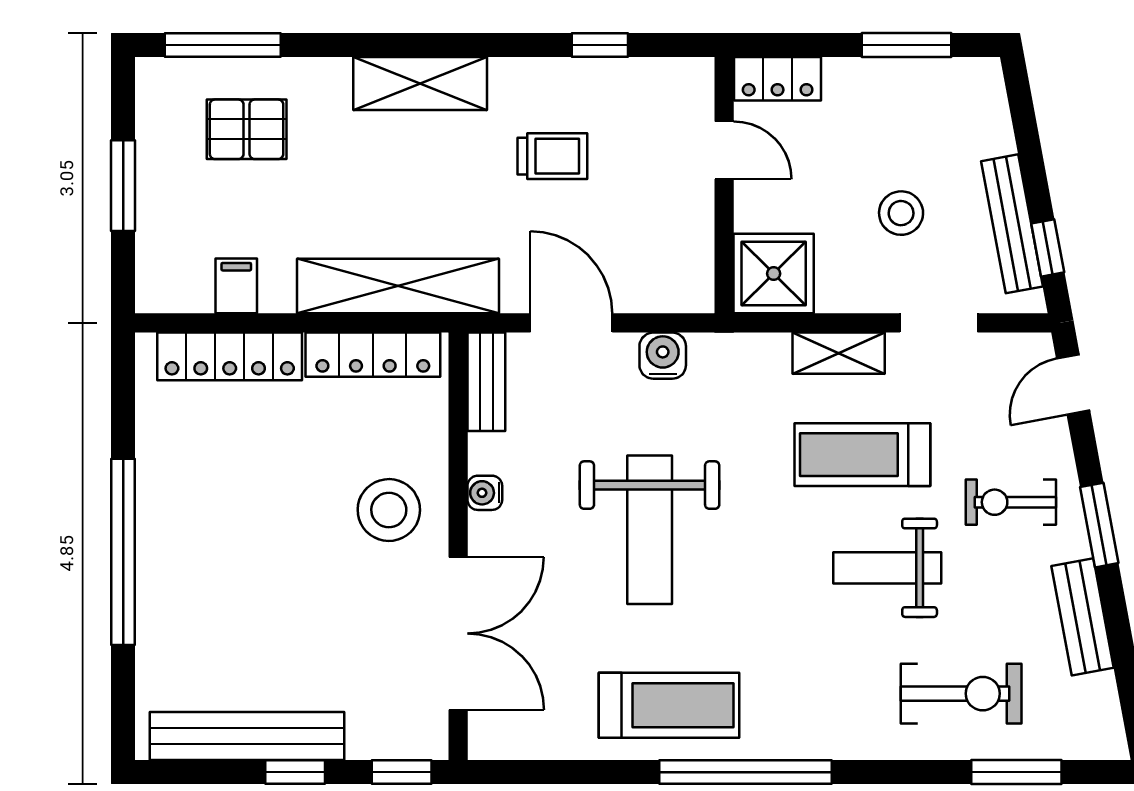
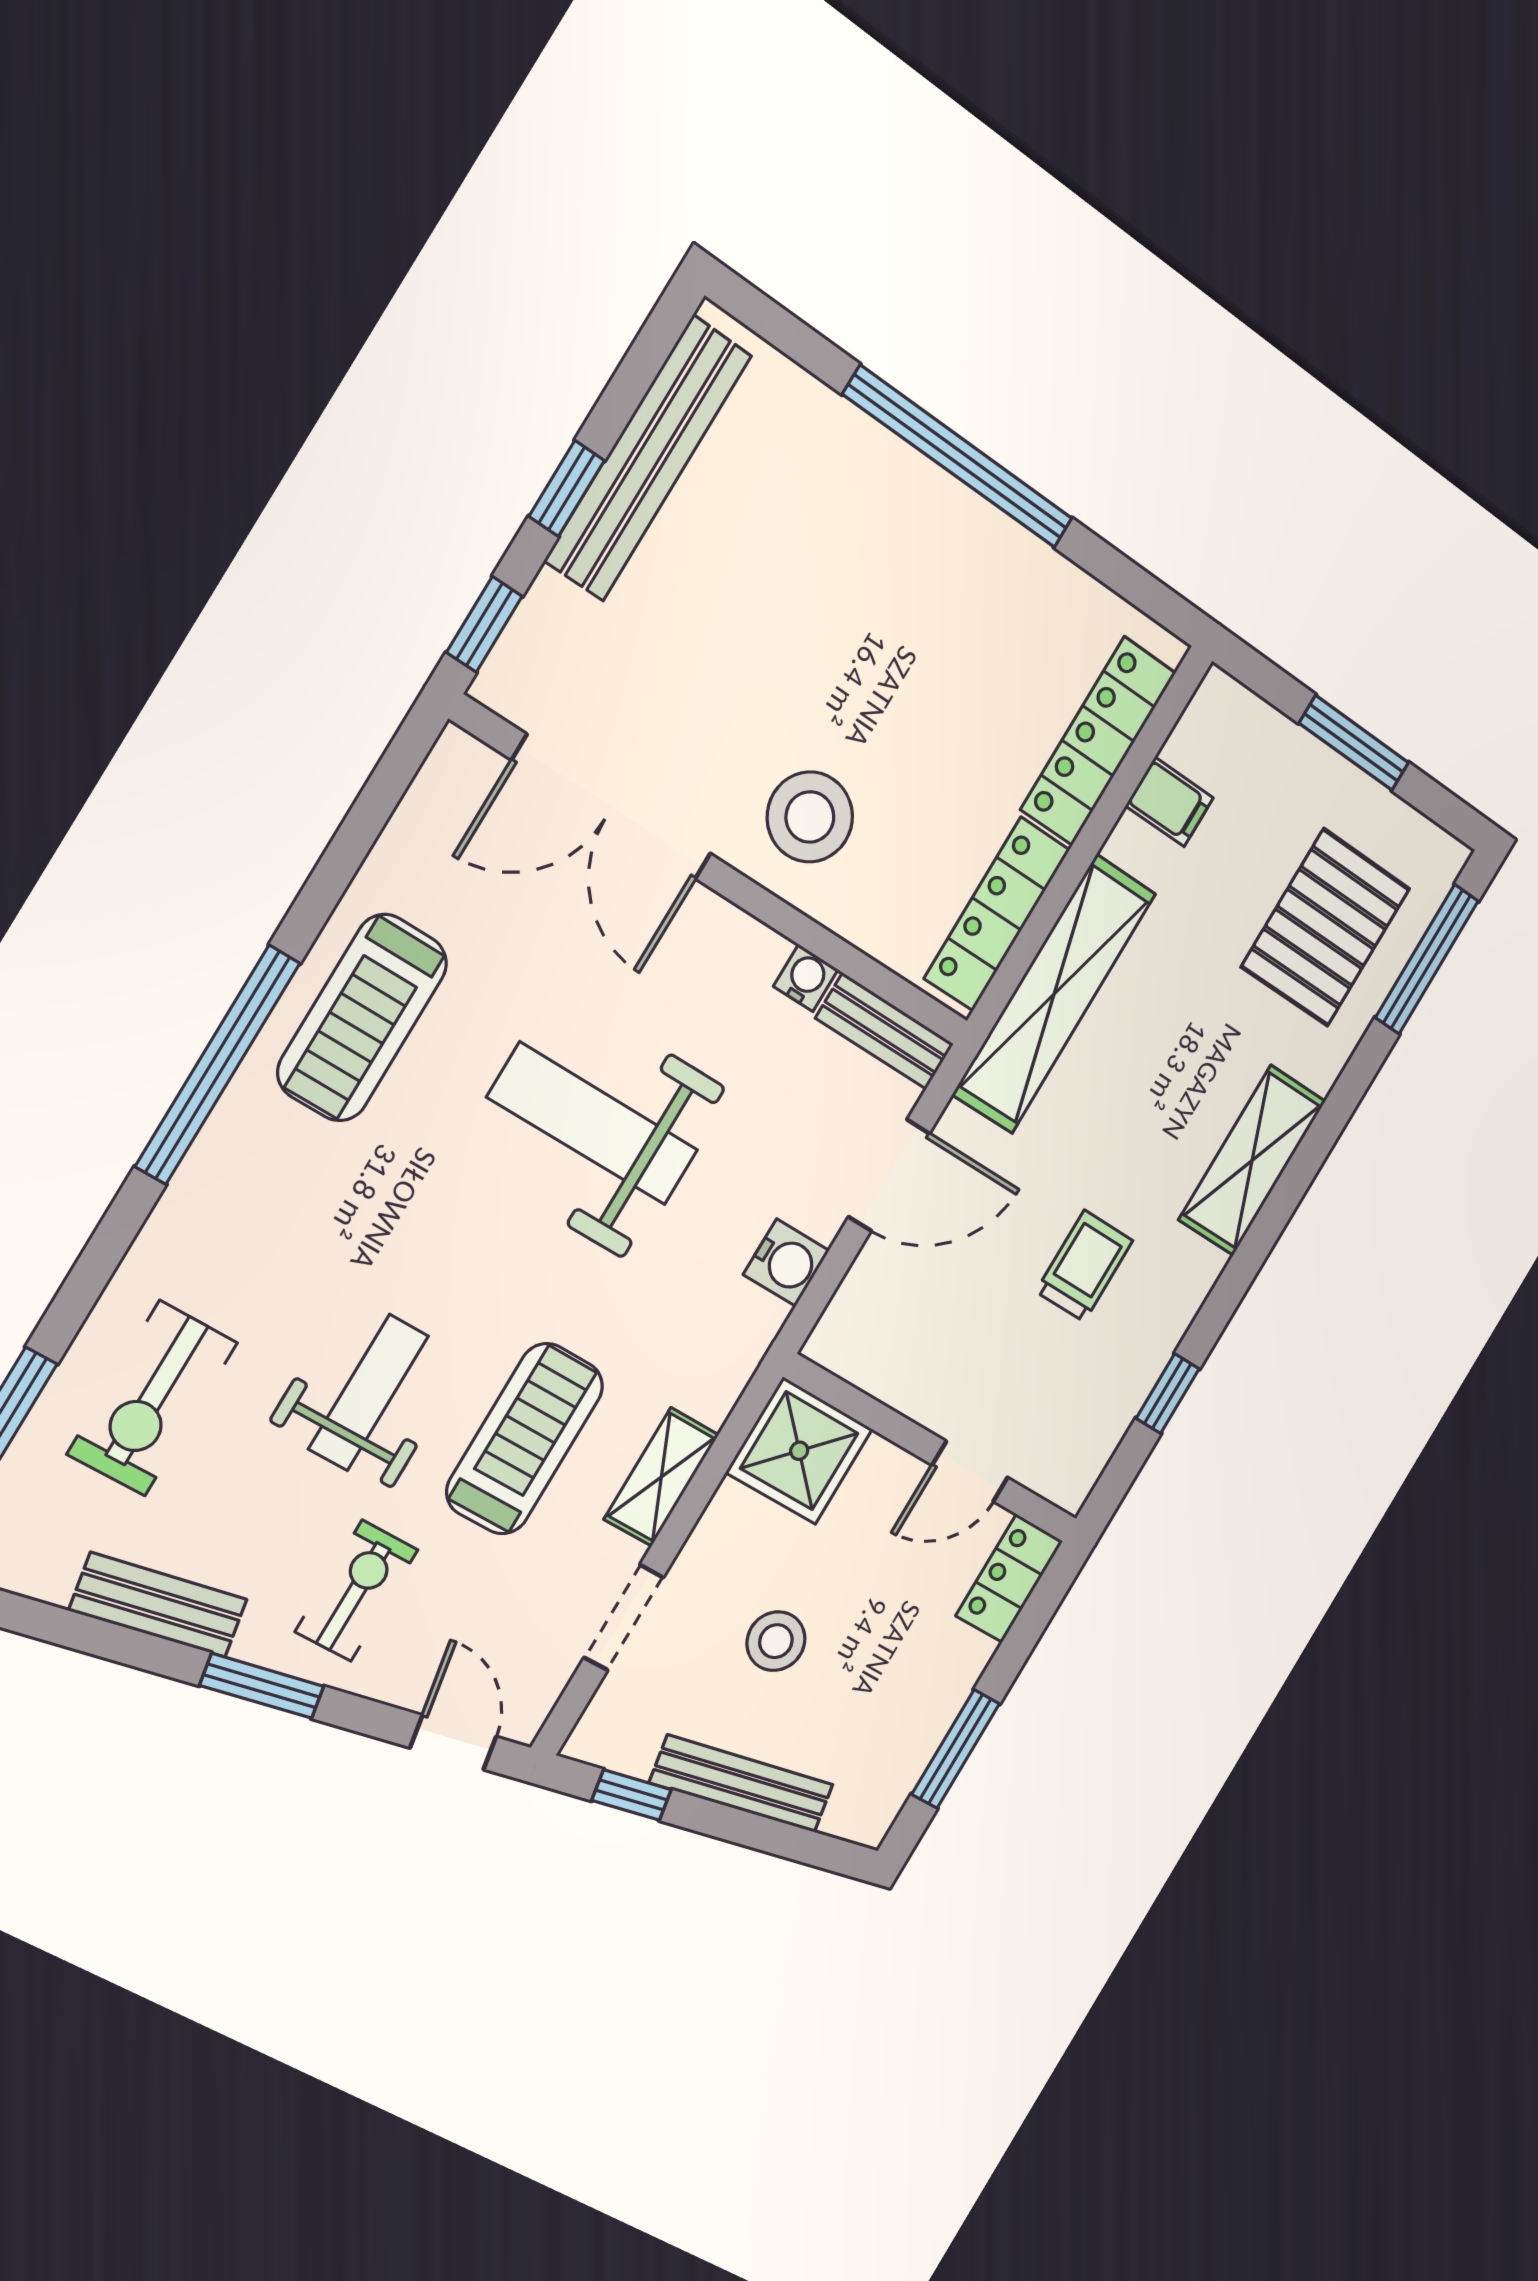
pallet: (247, 129) -> (1326, 928), width x1.50, depth x1.42
trolley: (552, 156) -> (1084, 1266), turned 180
bench: (1012, 224) -> (742, 1784), moved
water cooler: (485, 493) -> (806, 978), moved

